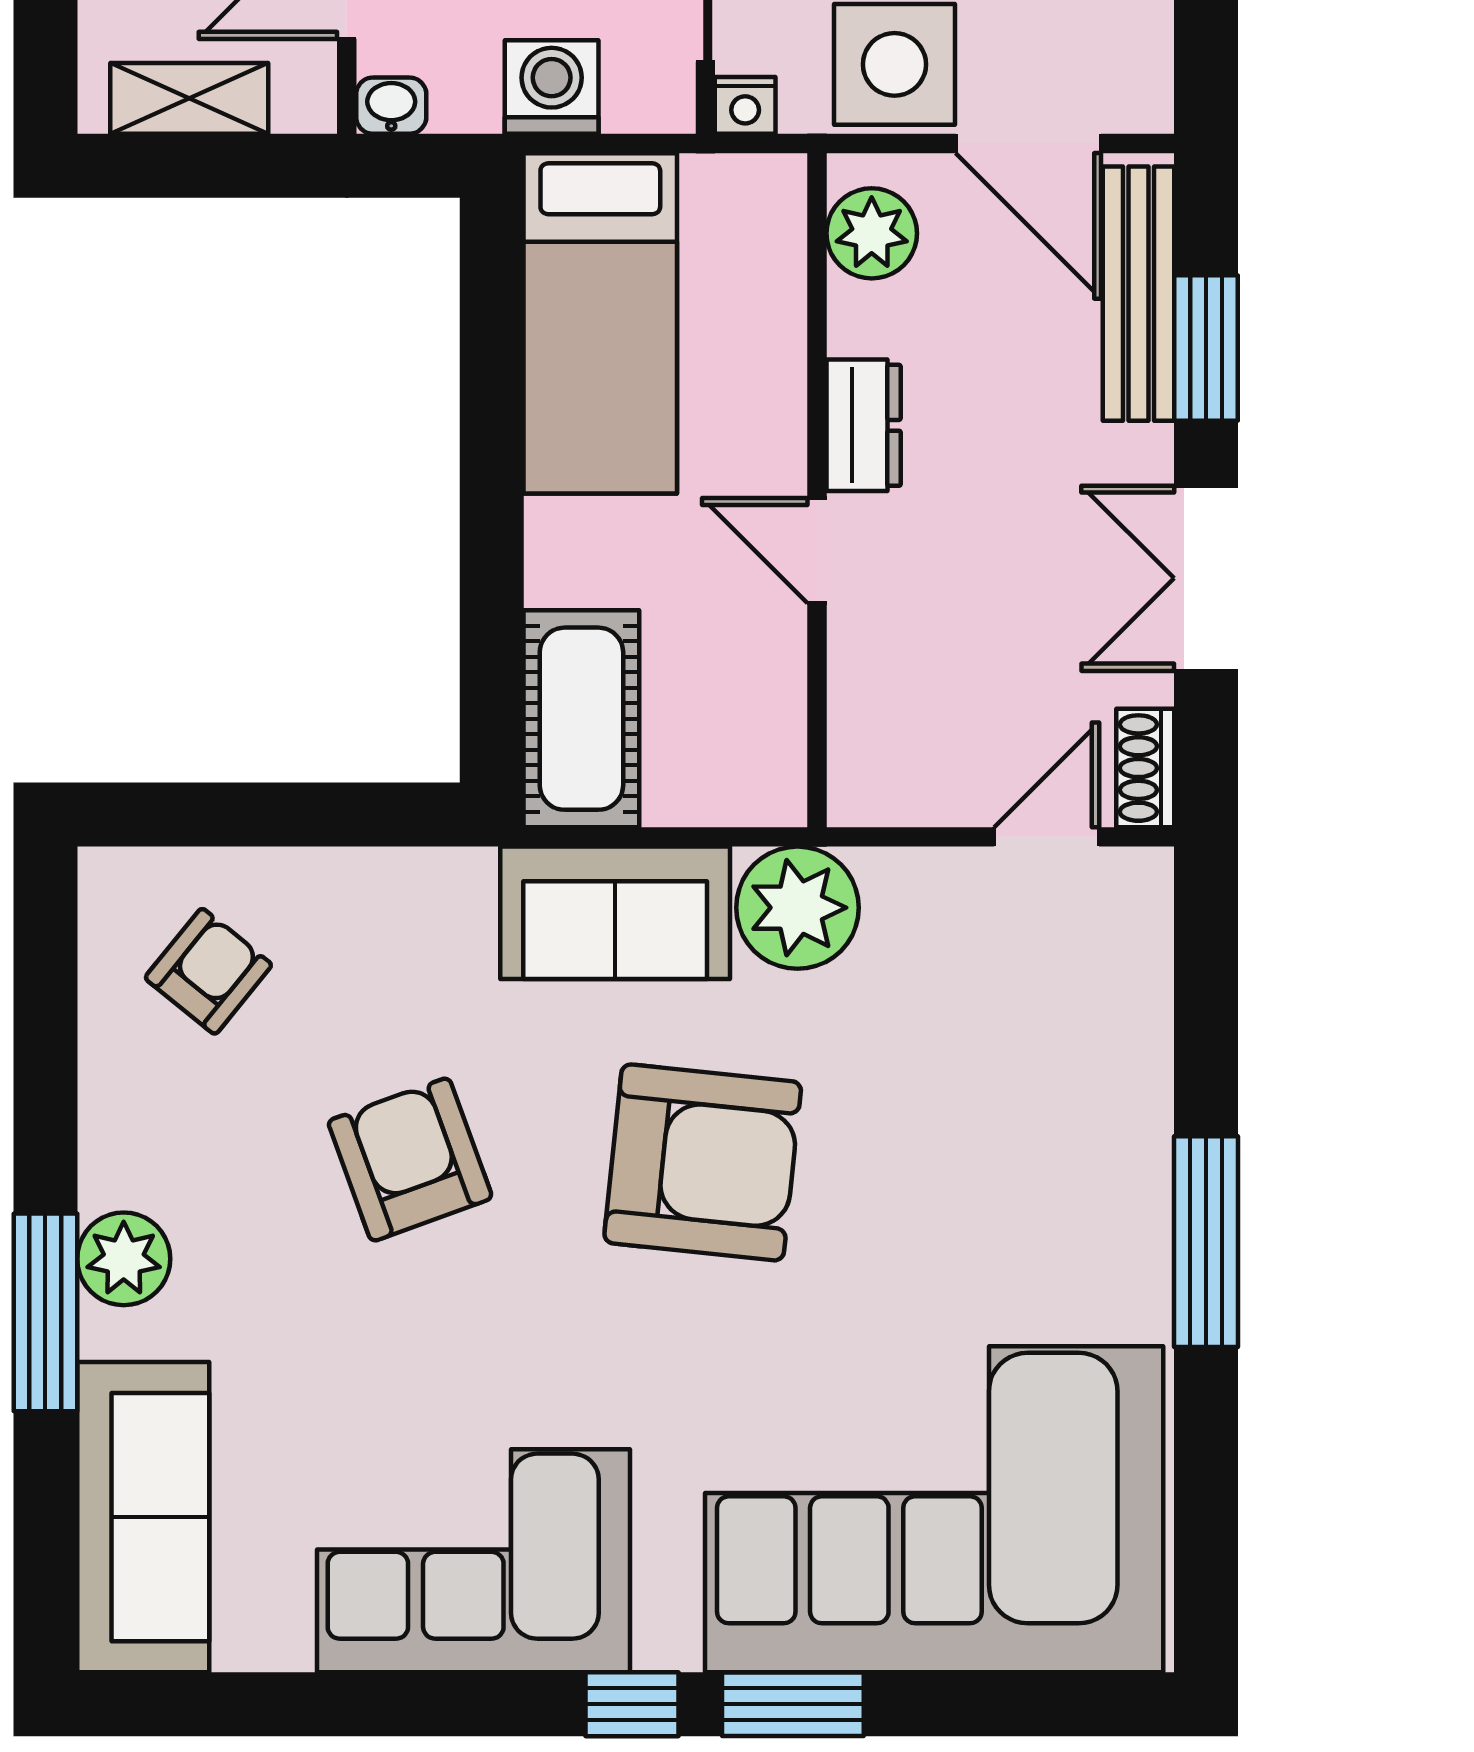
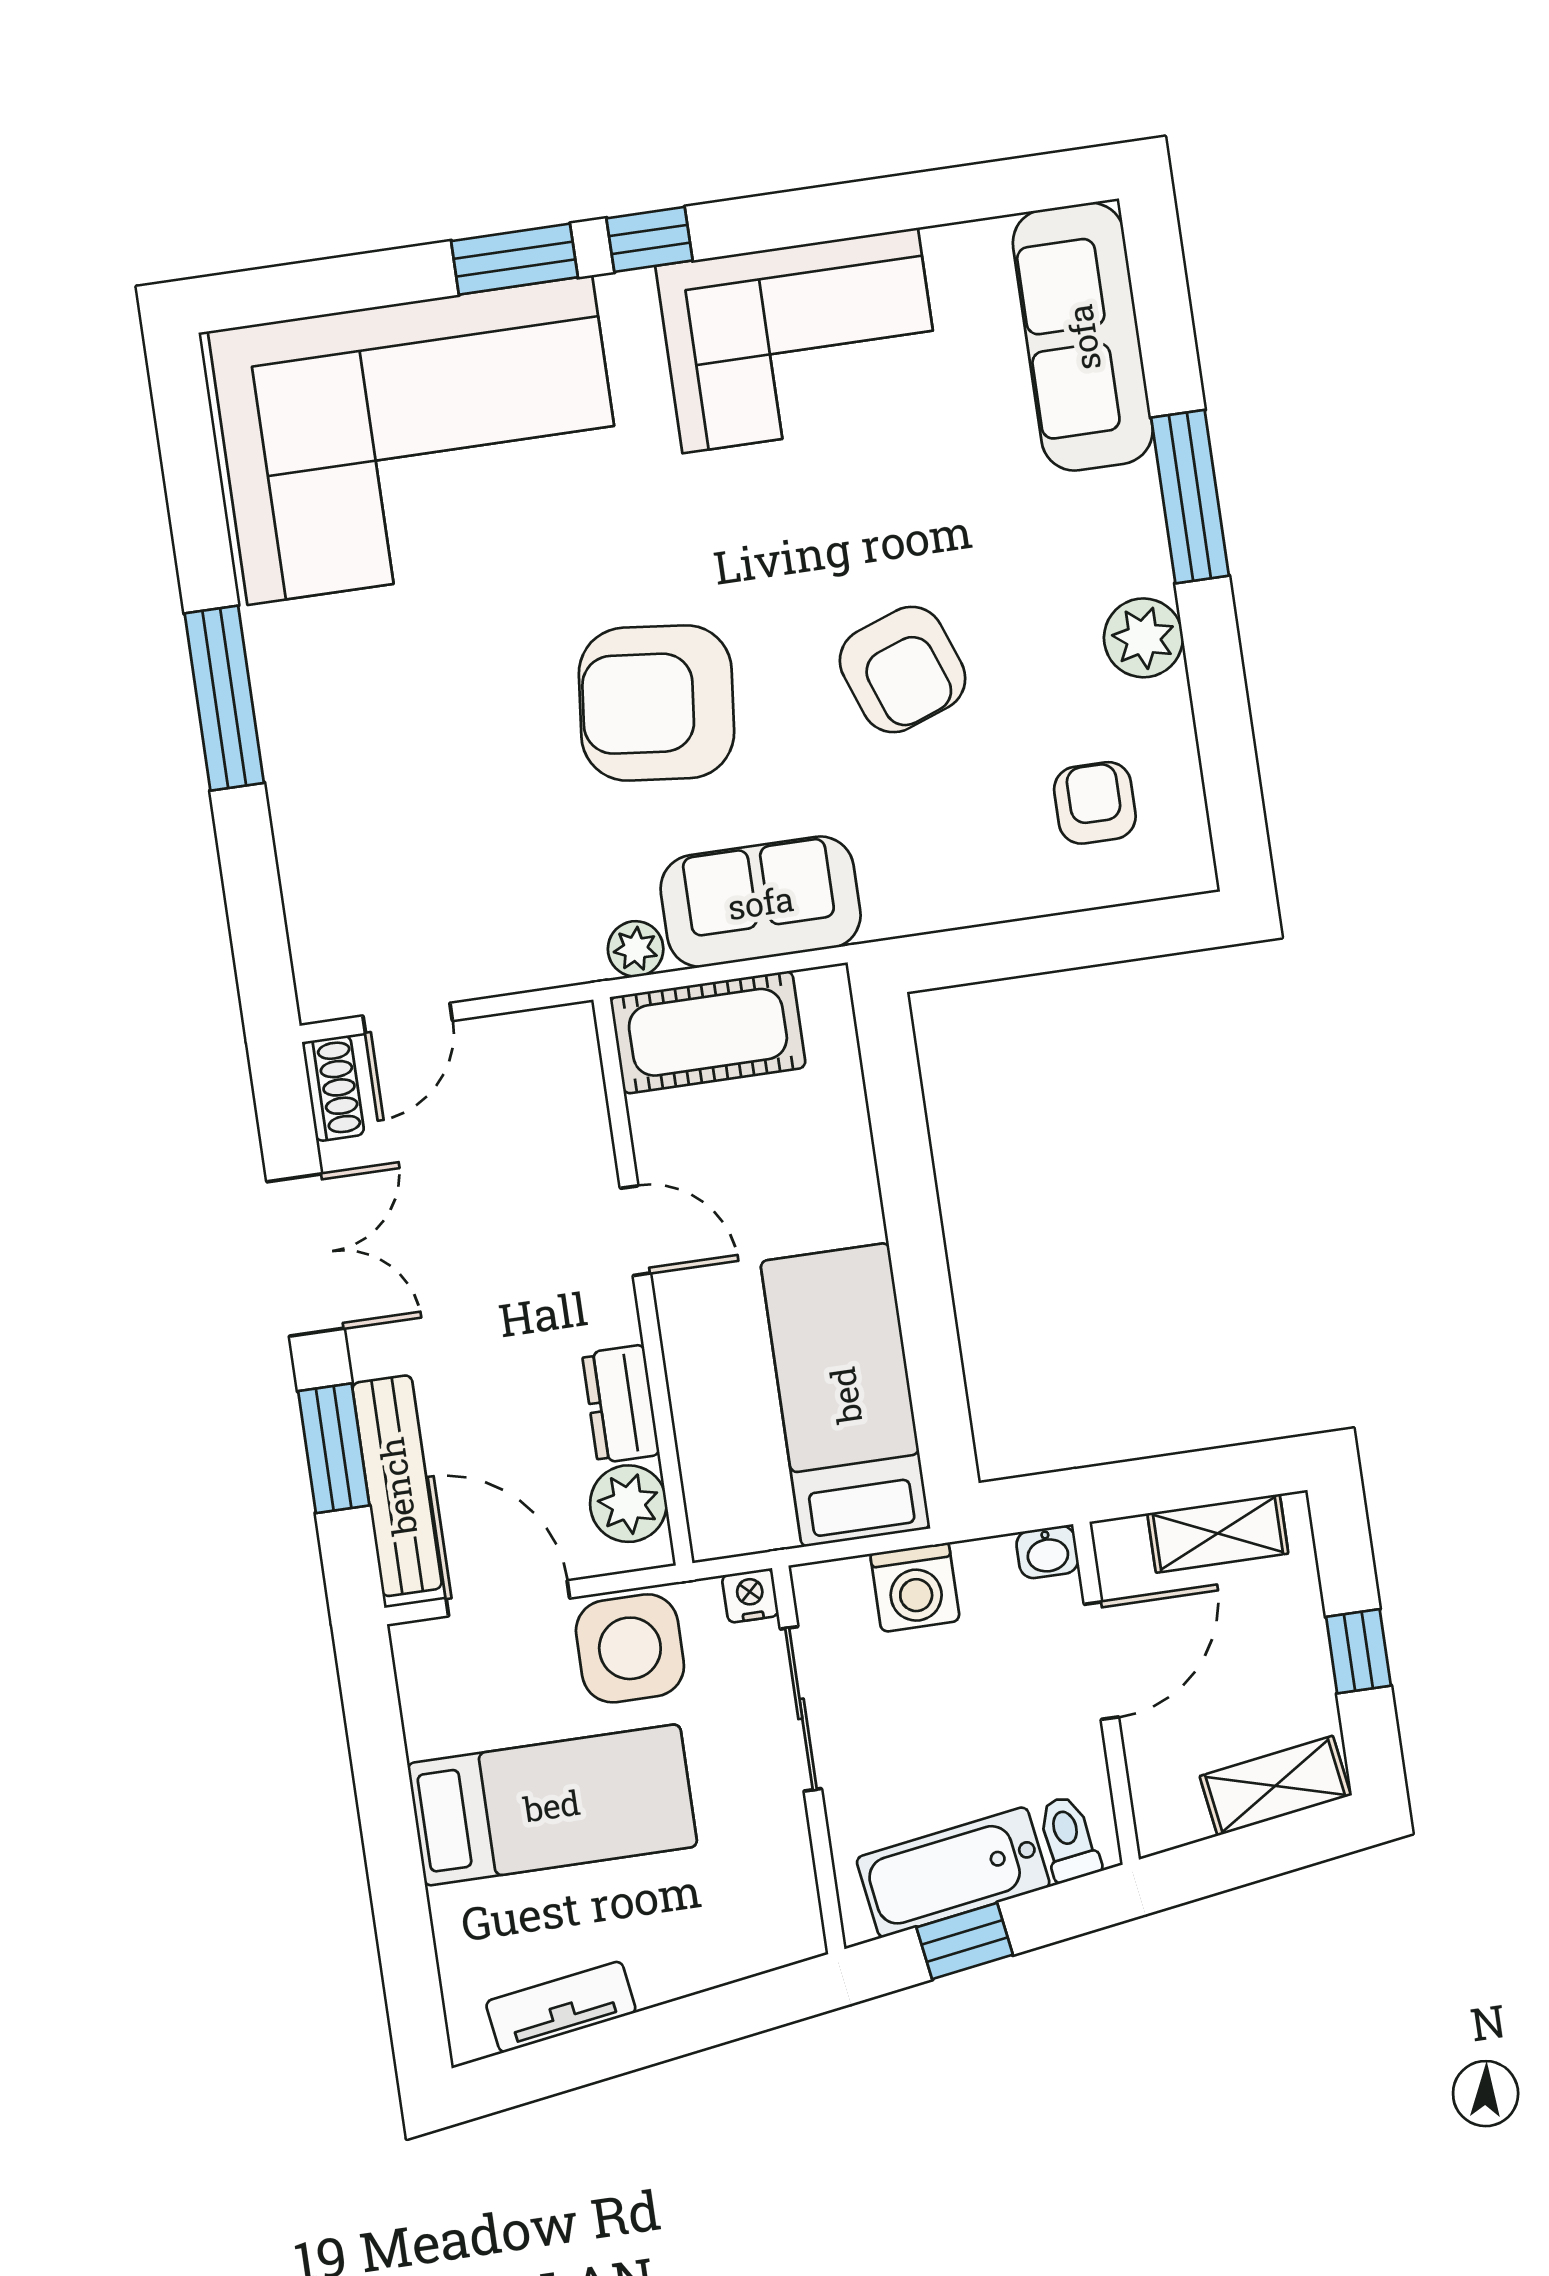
dresser: (864, 425) -> (621, 1404), moved
cot: (581, 719) -> (708, 1032), moved, turned 90
plant: (797, 908) -> (636, 949), width x0.53, depth x0.53
armchair: (208, 971) -> (1095, 803), turned 141
plant: (124, 1259) -> (1143, 638), moved

